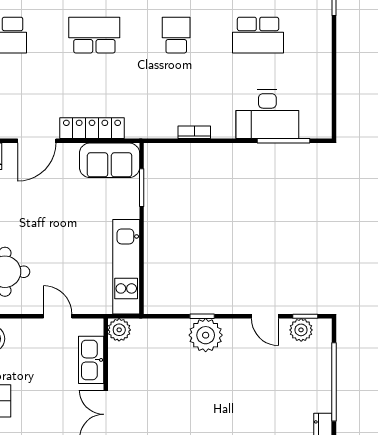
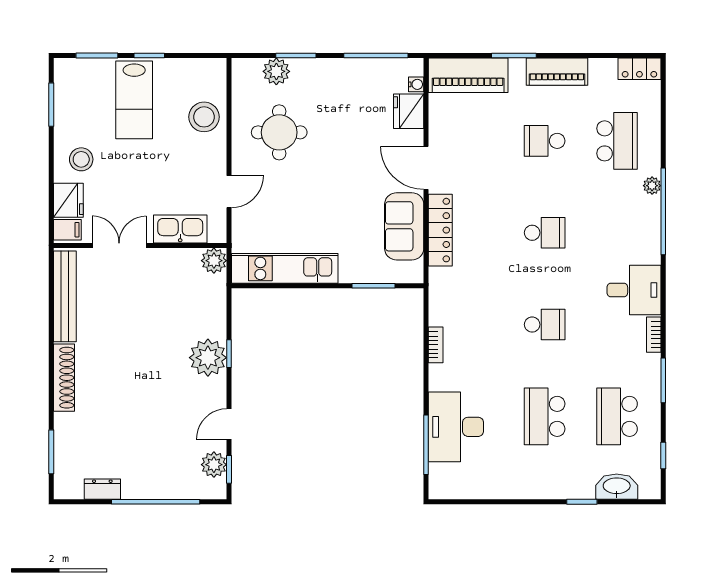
school desk: (94, 35) -> (545, 233), width x0.54
sofa: (110, 160) -> (404, 226), moved

